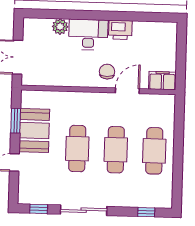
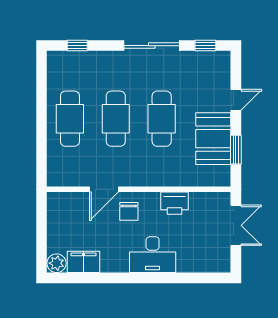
plant: (60, 27) -> (57, 263), moved
printer: (120, 30) -> (174, 203), moved, turned 180
filing cabinet: (162, 81) -> (83, 262), moved, turned 180

